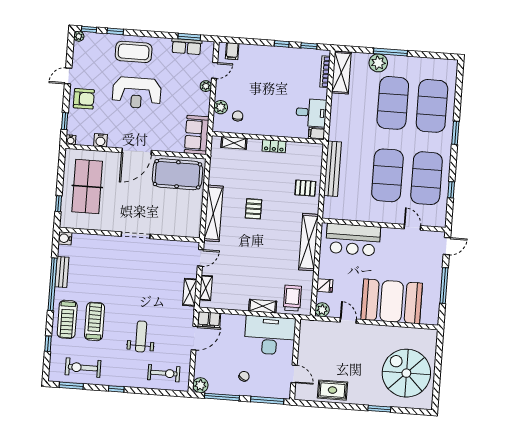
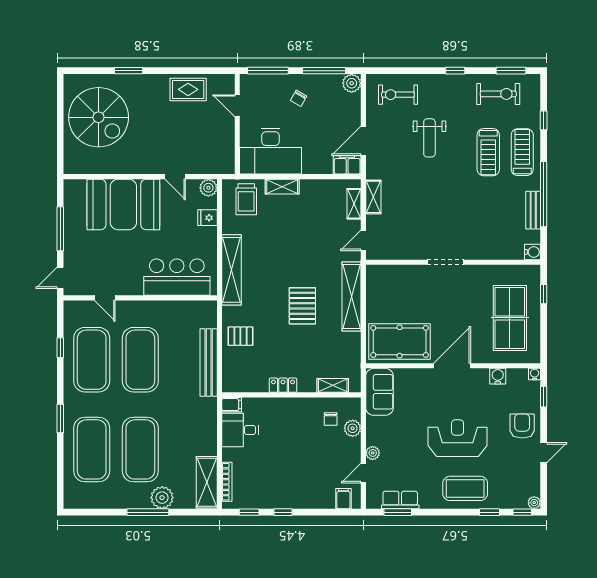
armchair: (84, 99) -> (522, 426), turned 90
pallet: (253, 209) -> (302, 306), width x1.50, depth x1.42

